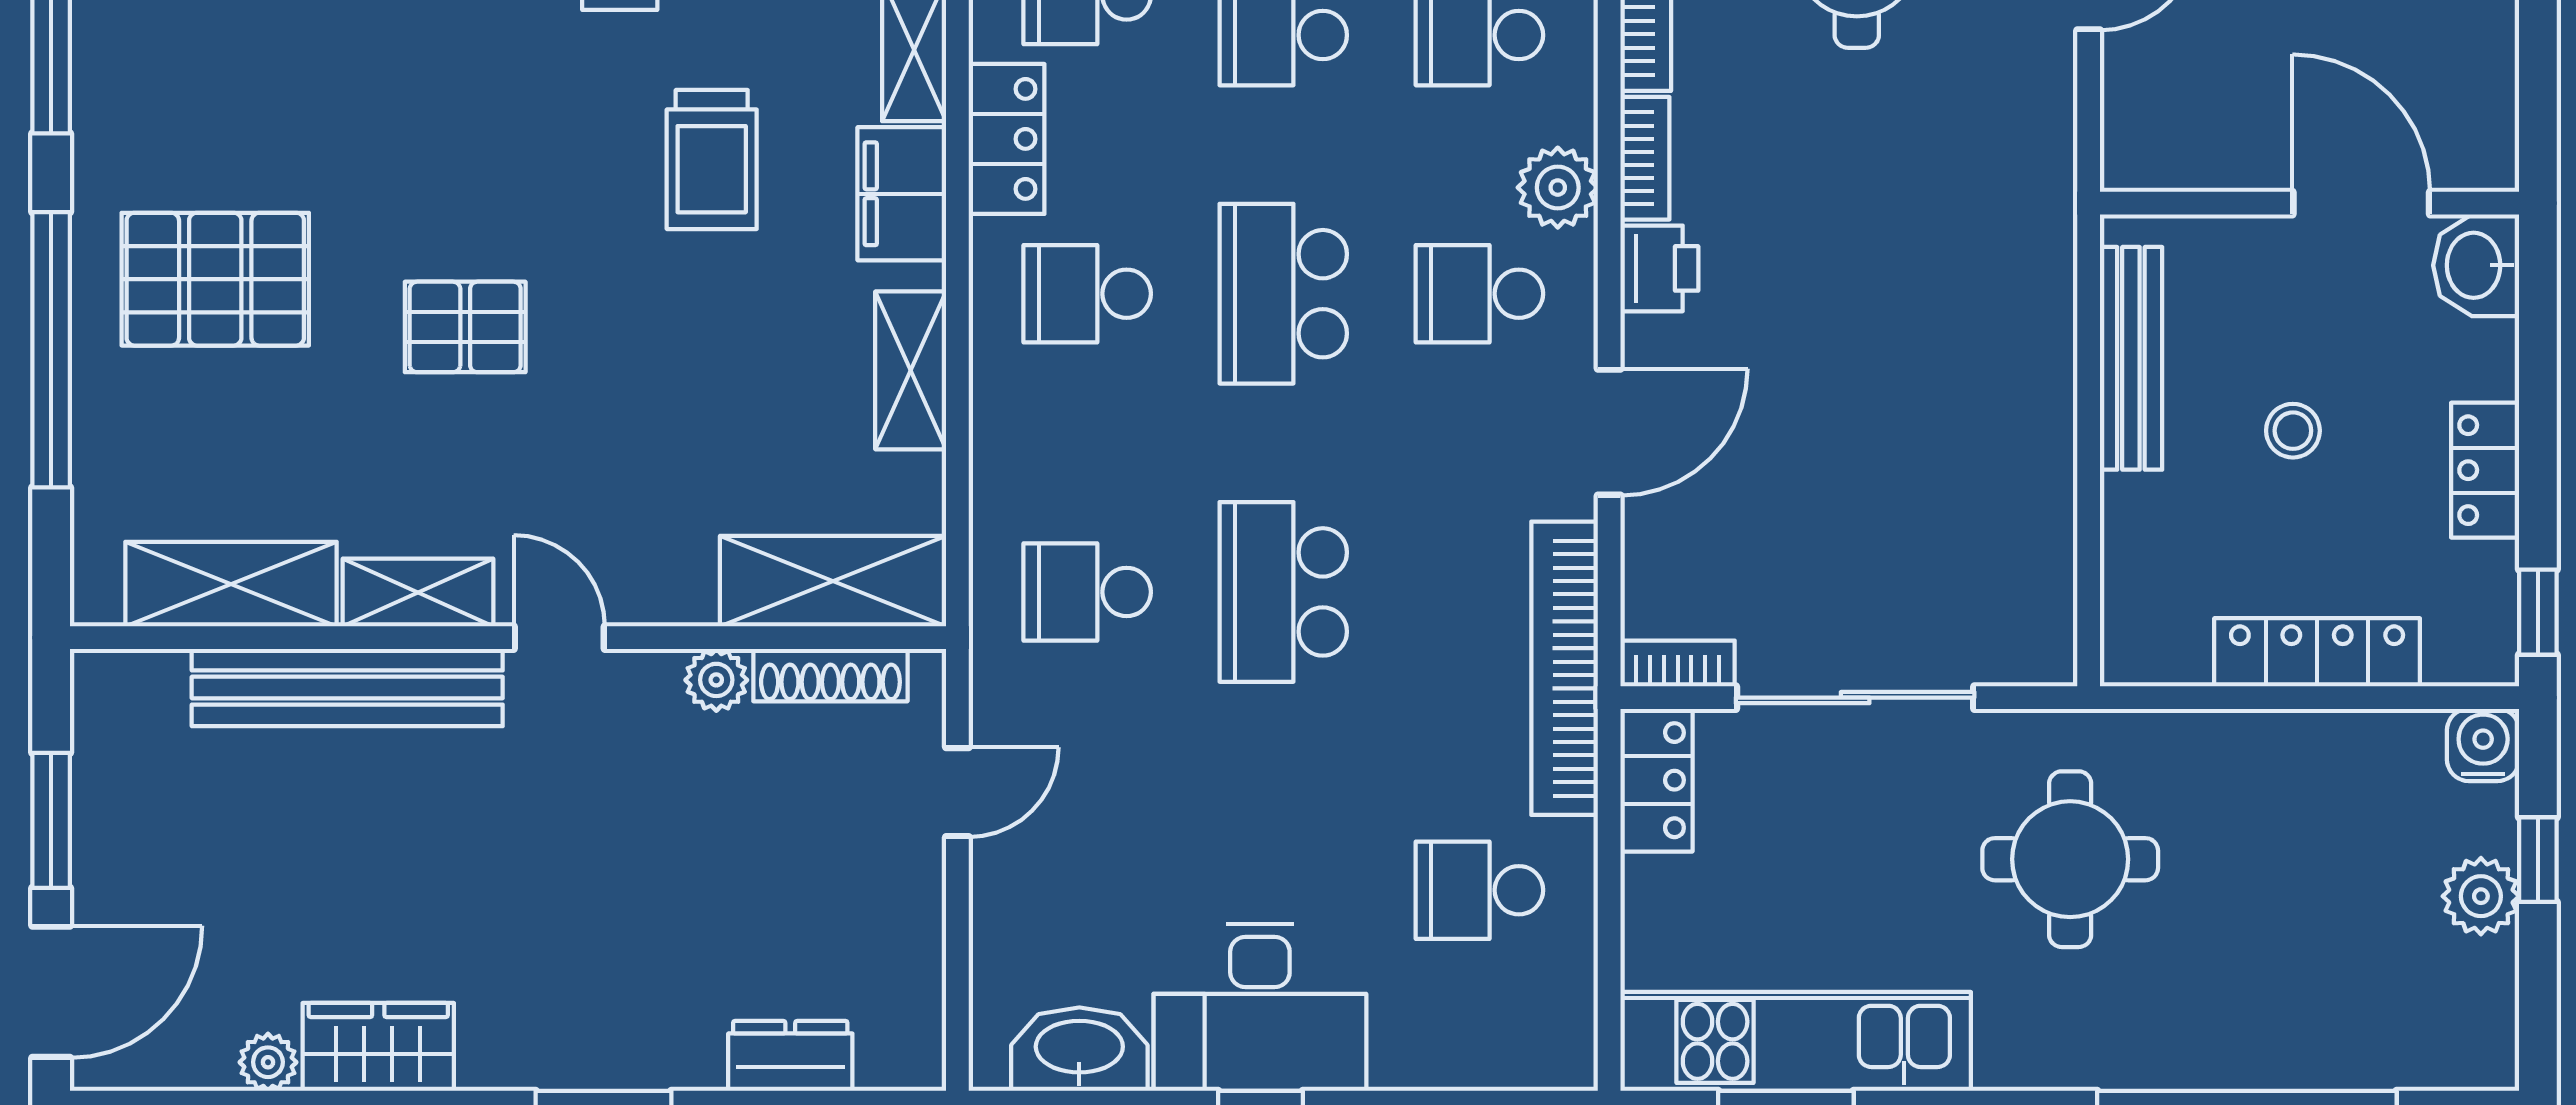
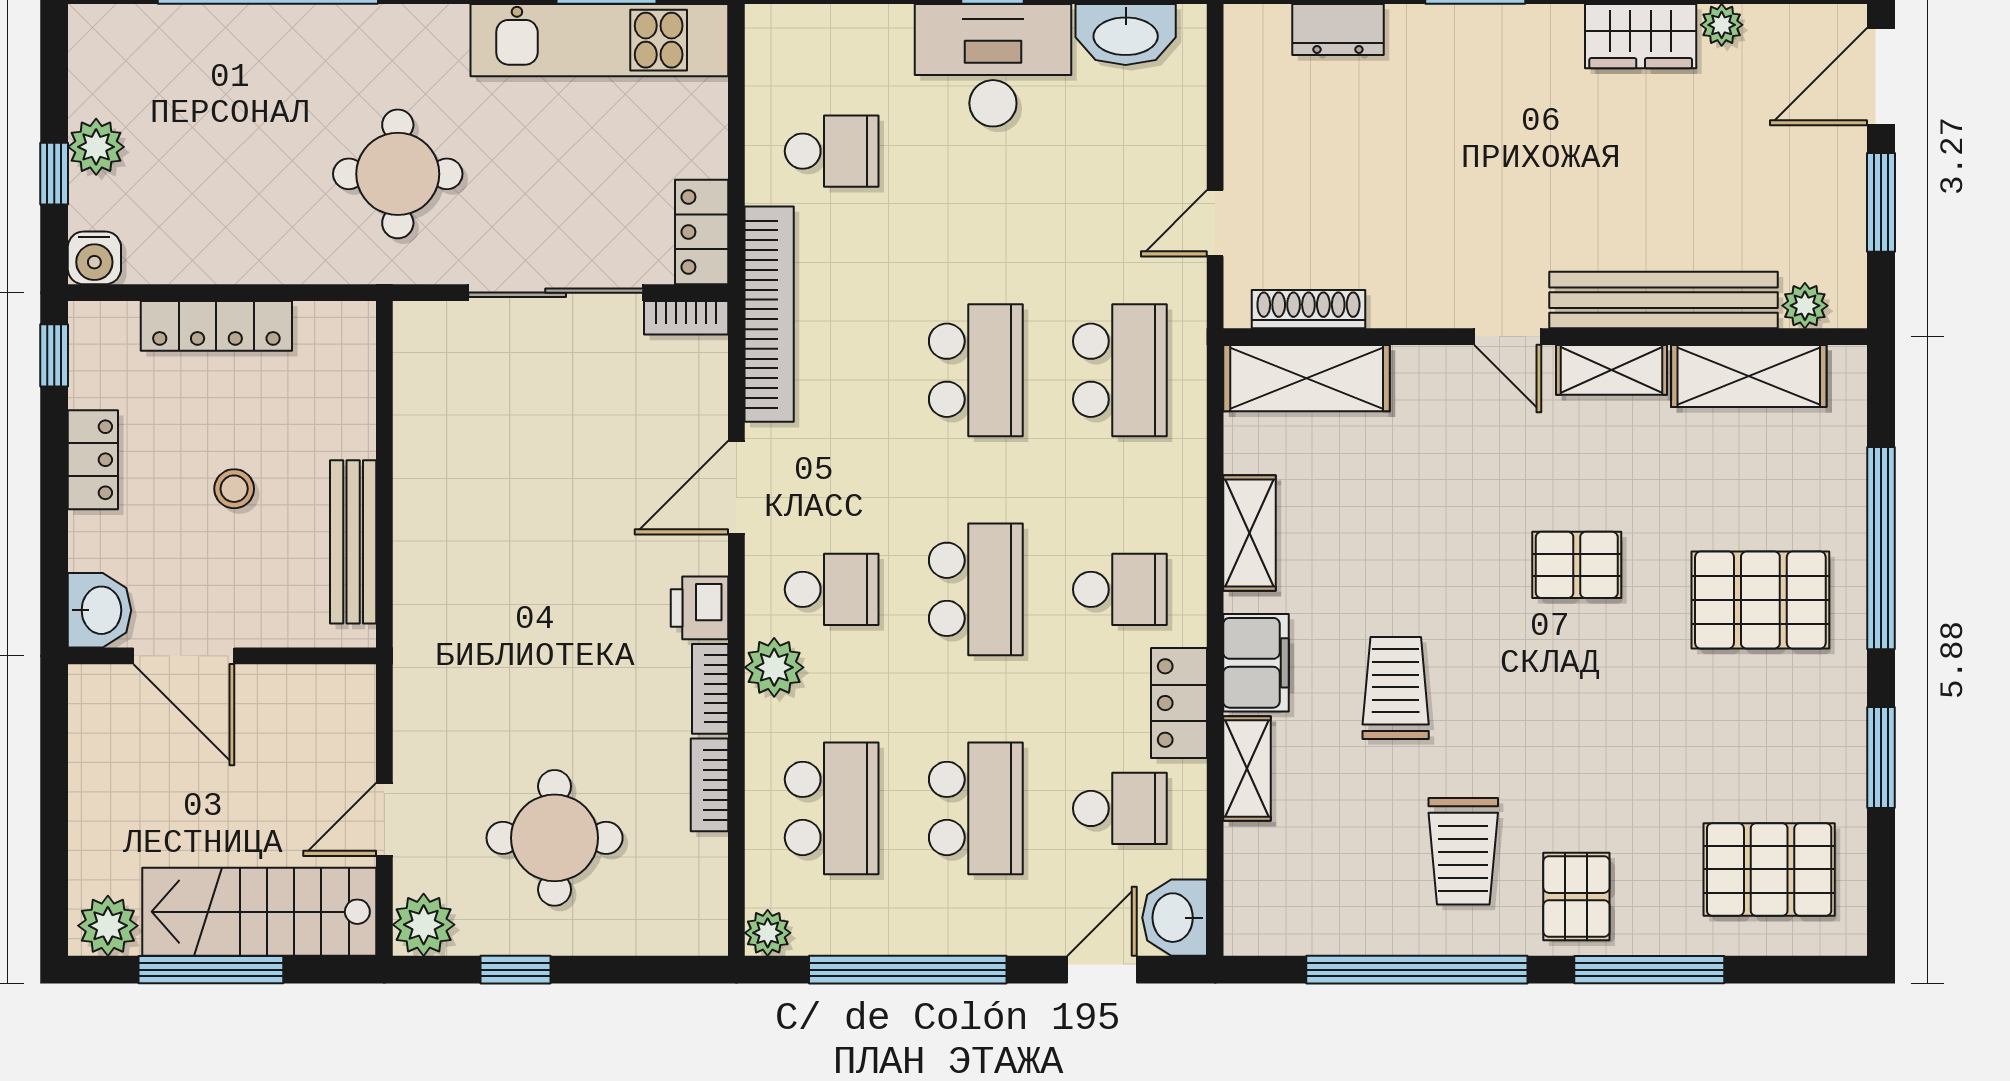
school desk: (1087, 592) -> (1120, 370), width x1.85
plant: (716, 680) -> (1805, 306), moved

